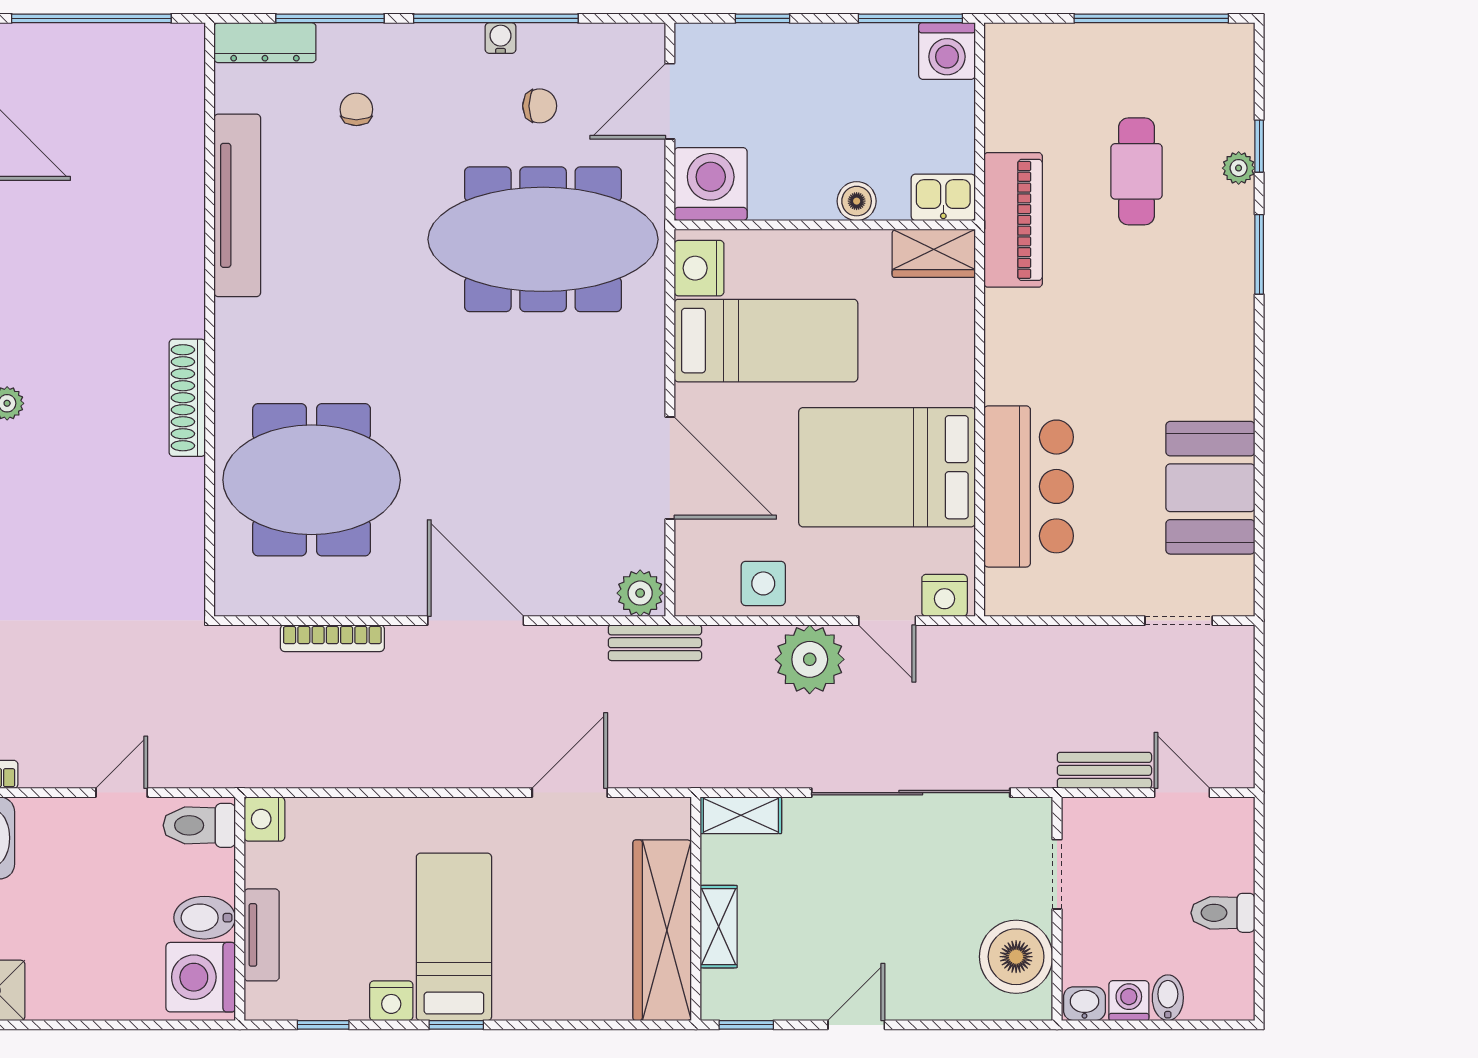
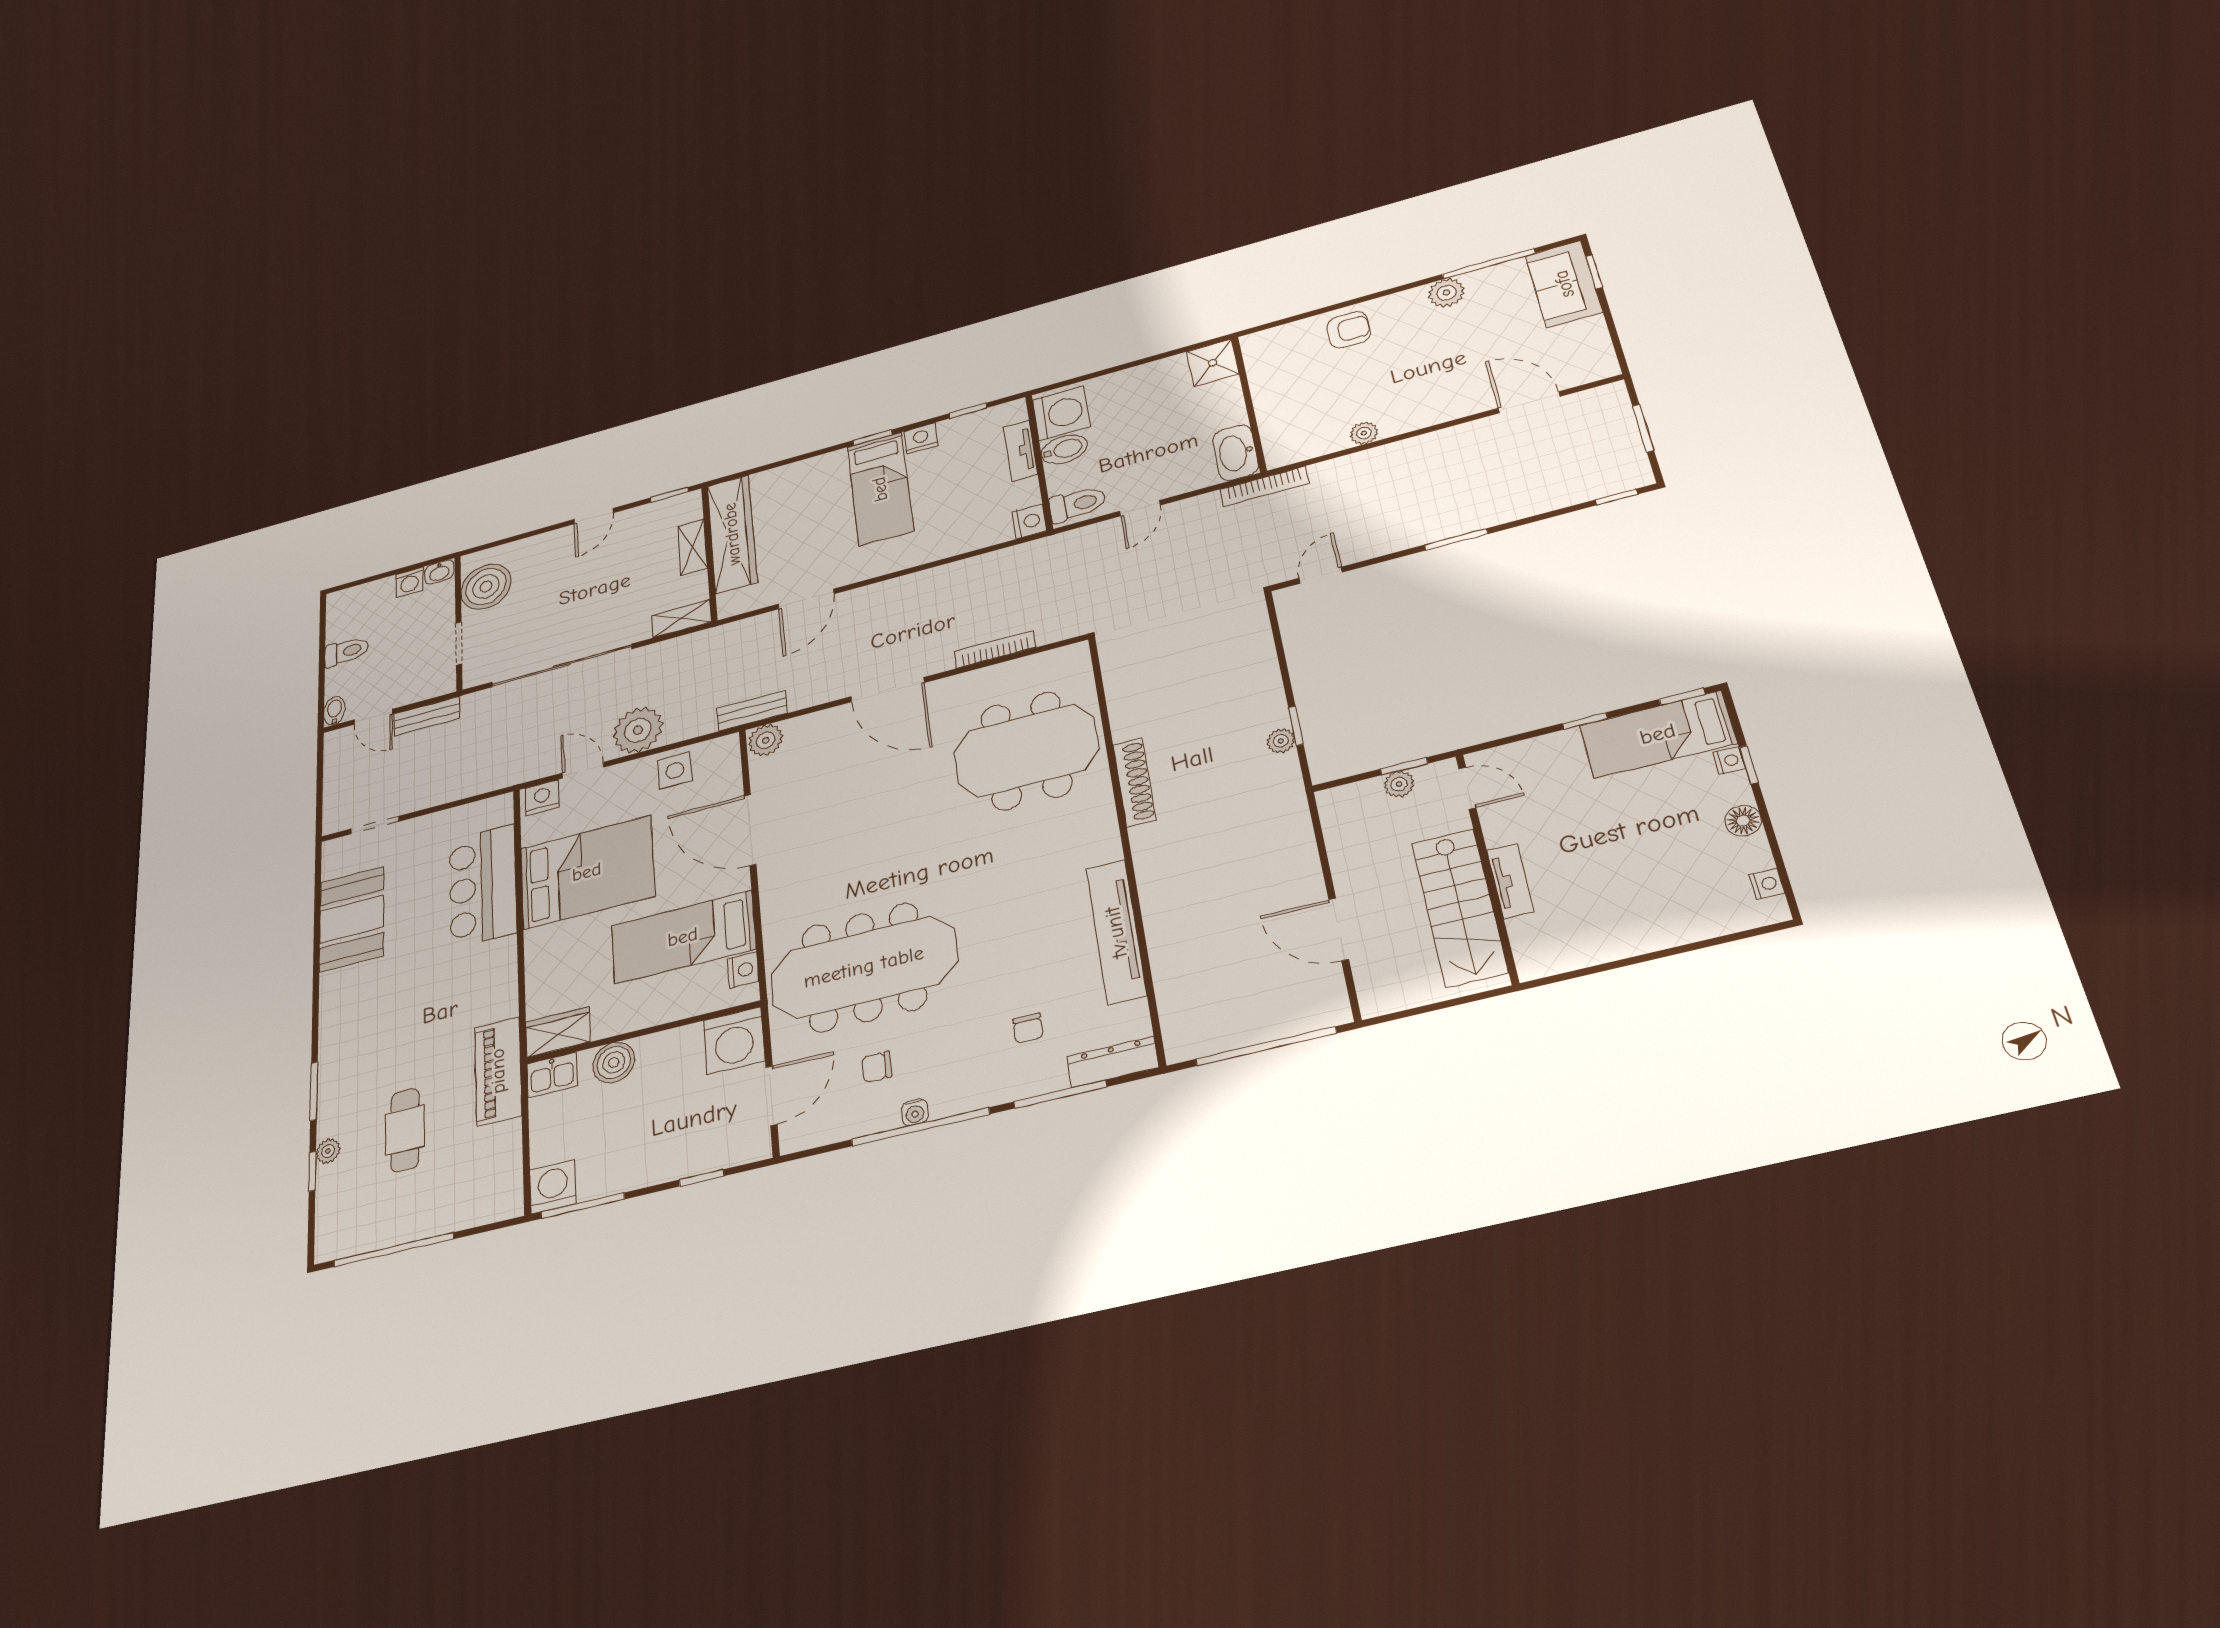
boiler: (857, 201) -> (614, 1062), width x1.36, depth x1.36
nightstand: (699, 268) -> (743, 970), width x0.74, depth x0.75
bidet: (1168, 998) -> (334, 711), moved, turned 180

